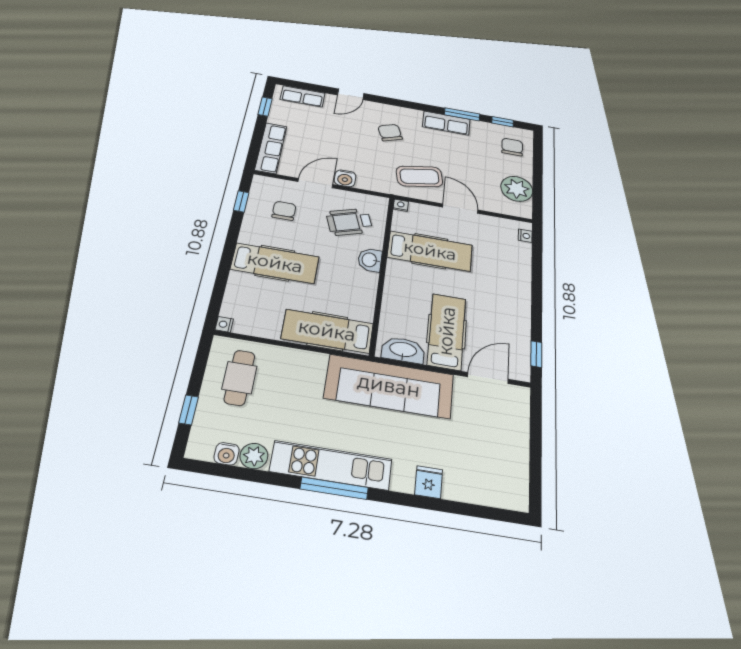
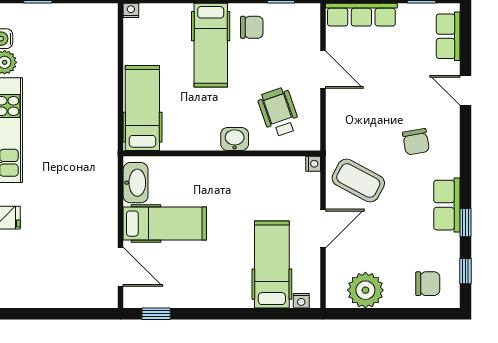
window: (462, 114) -> (465, 223), width x0.67
chair: (390, 133) -> (416, 142), turned 101
coffee table: (419, 176) -> (358, 181), turned -51
water cooler: (345, 178) -> (337, 100), removed
chair: (284, 211) -> (252, 27), moved
hospital bed: (430, 251) -> (272, 265), moved, turned 180
cafe table: (240, 378) -> (78, 35), removed
sofa: (389, 386) -> (94, 173), removed

